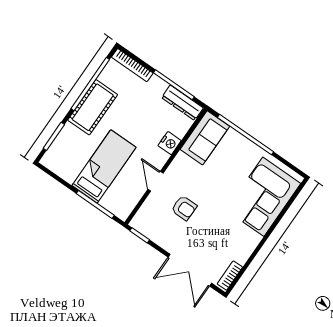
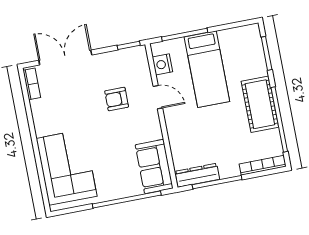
nightstand: (170, 143) -> (162, 64), moved

